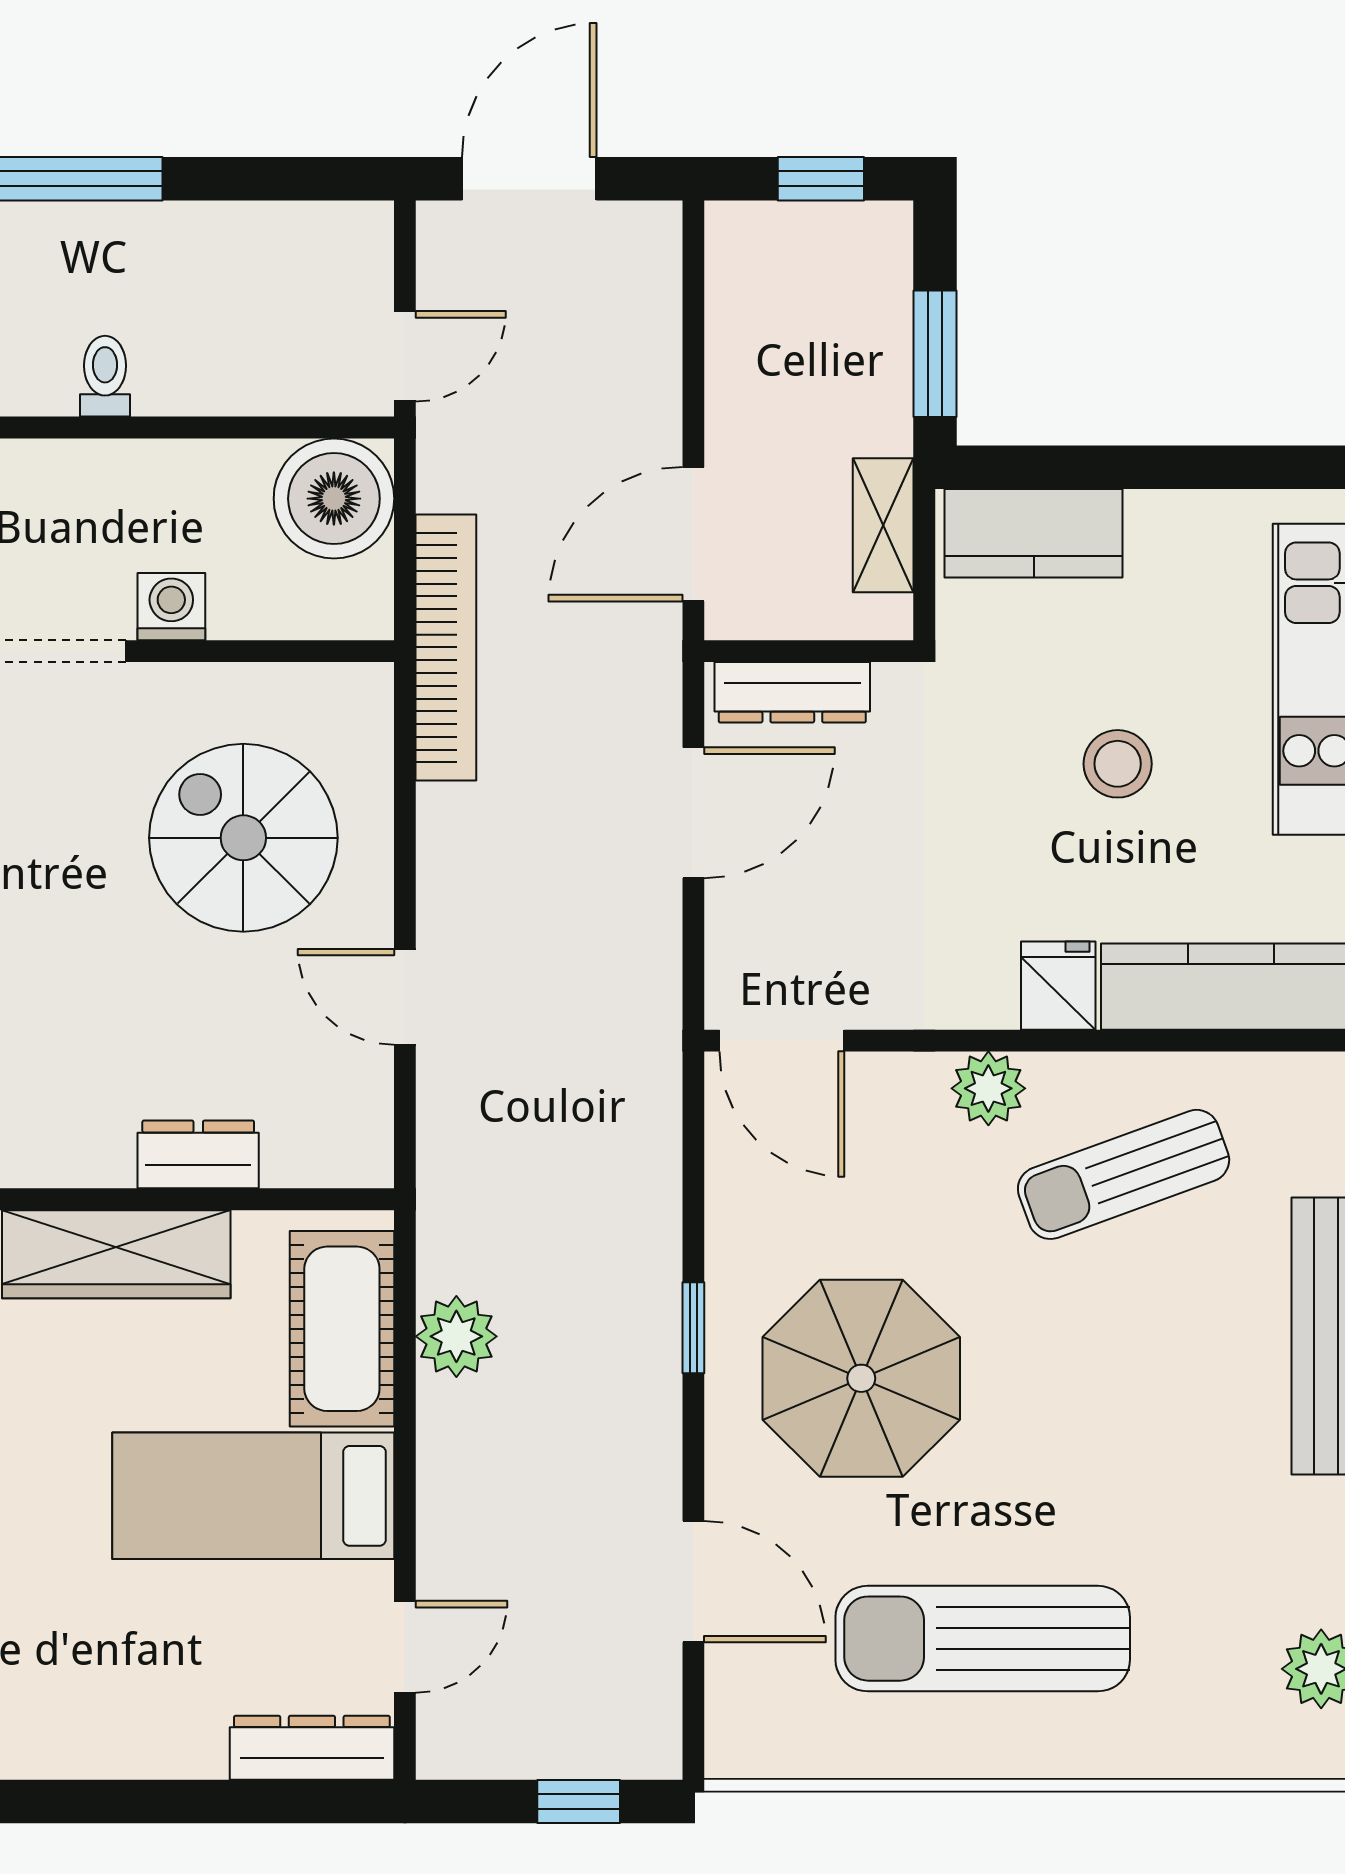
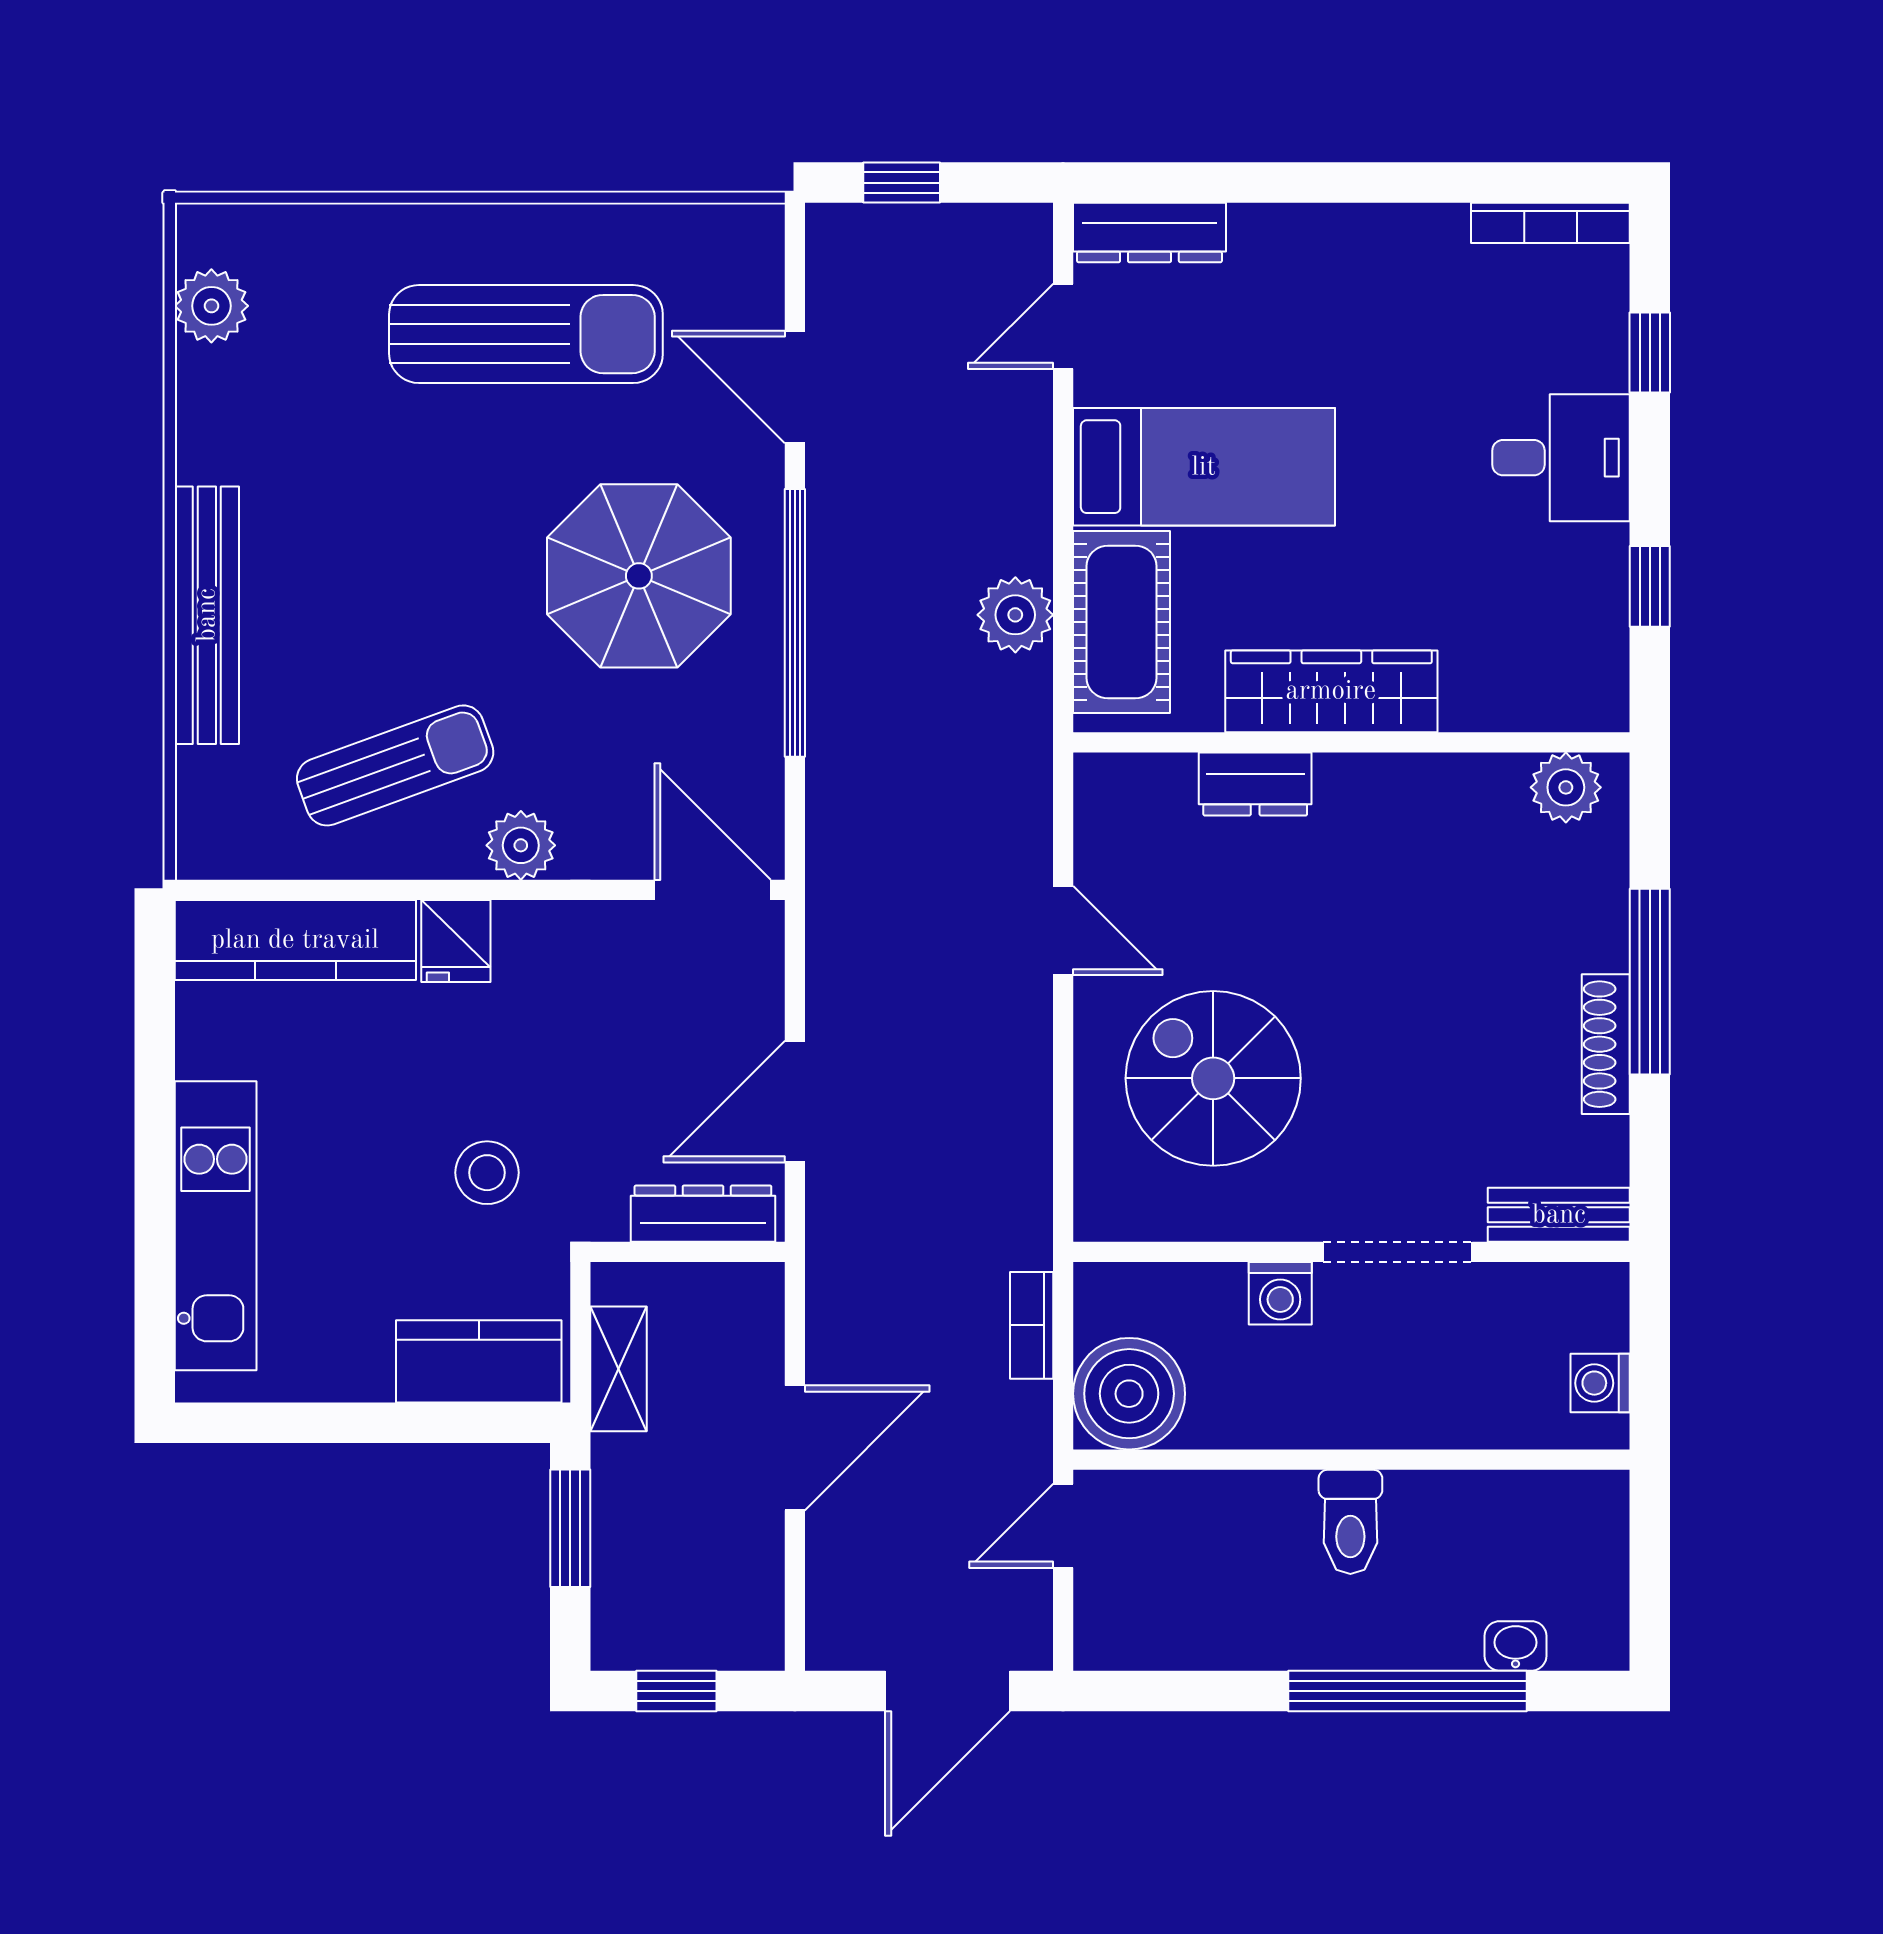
toilet: (105, 376) -> (1350, 1522), width x1.37, depth x1.39
door: (693, 534) -> (795, 1448), moved
bookcase: (446, 647) -> (1032, 1325), width x0.43, depth x0.76
stool: (1118, 764) -> (487, 1173), moved
spiral stairs: (243, 838) -> (1213, 1078), turned 180
window: (693, 1328) -> (795, 623), width x3.17

